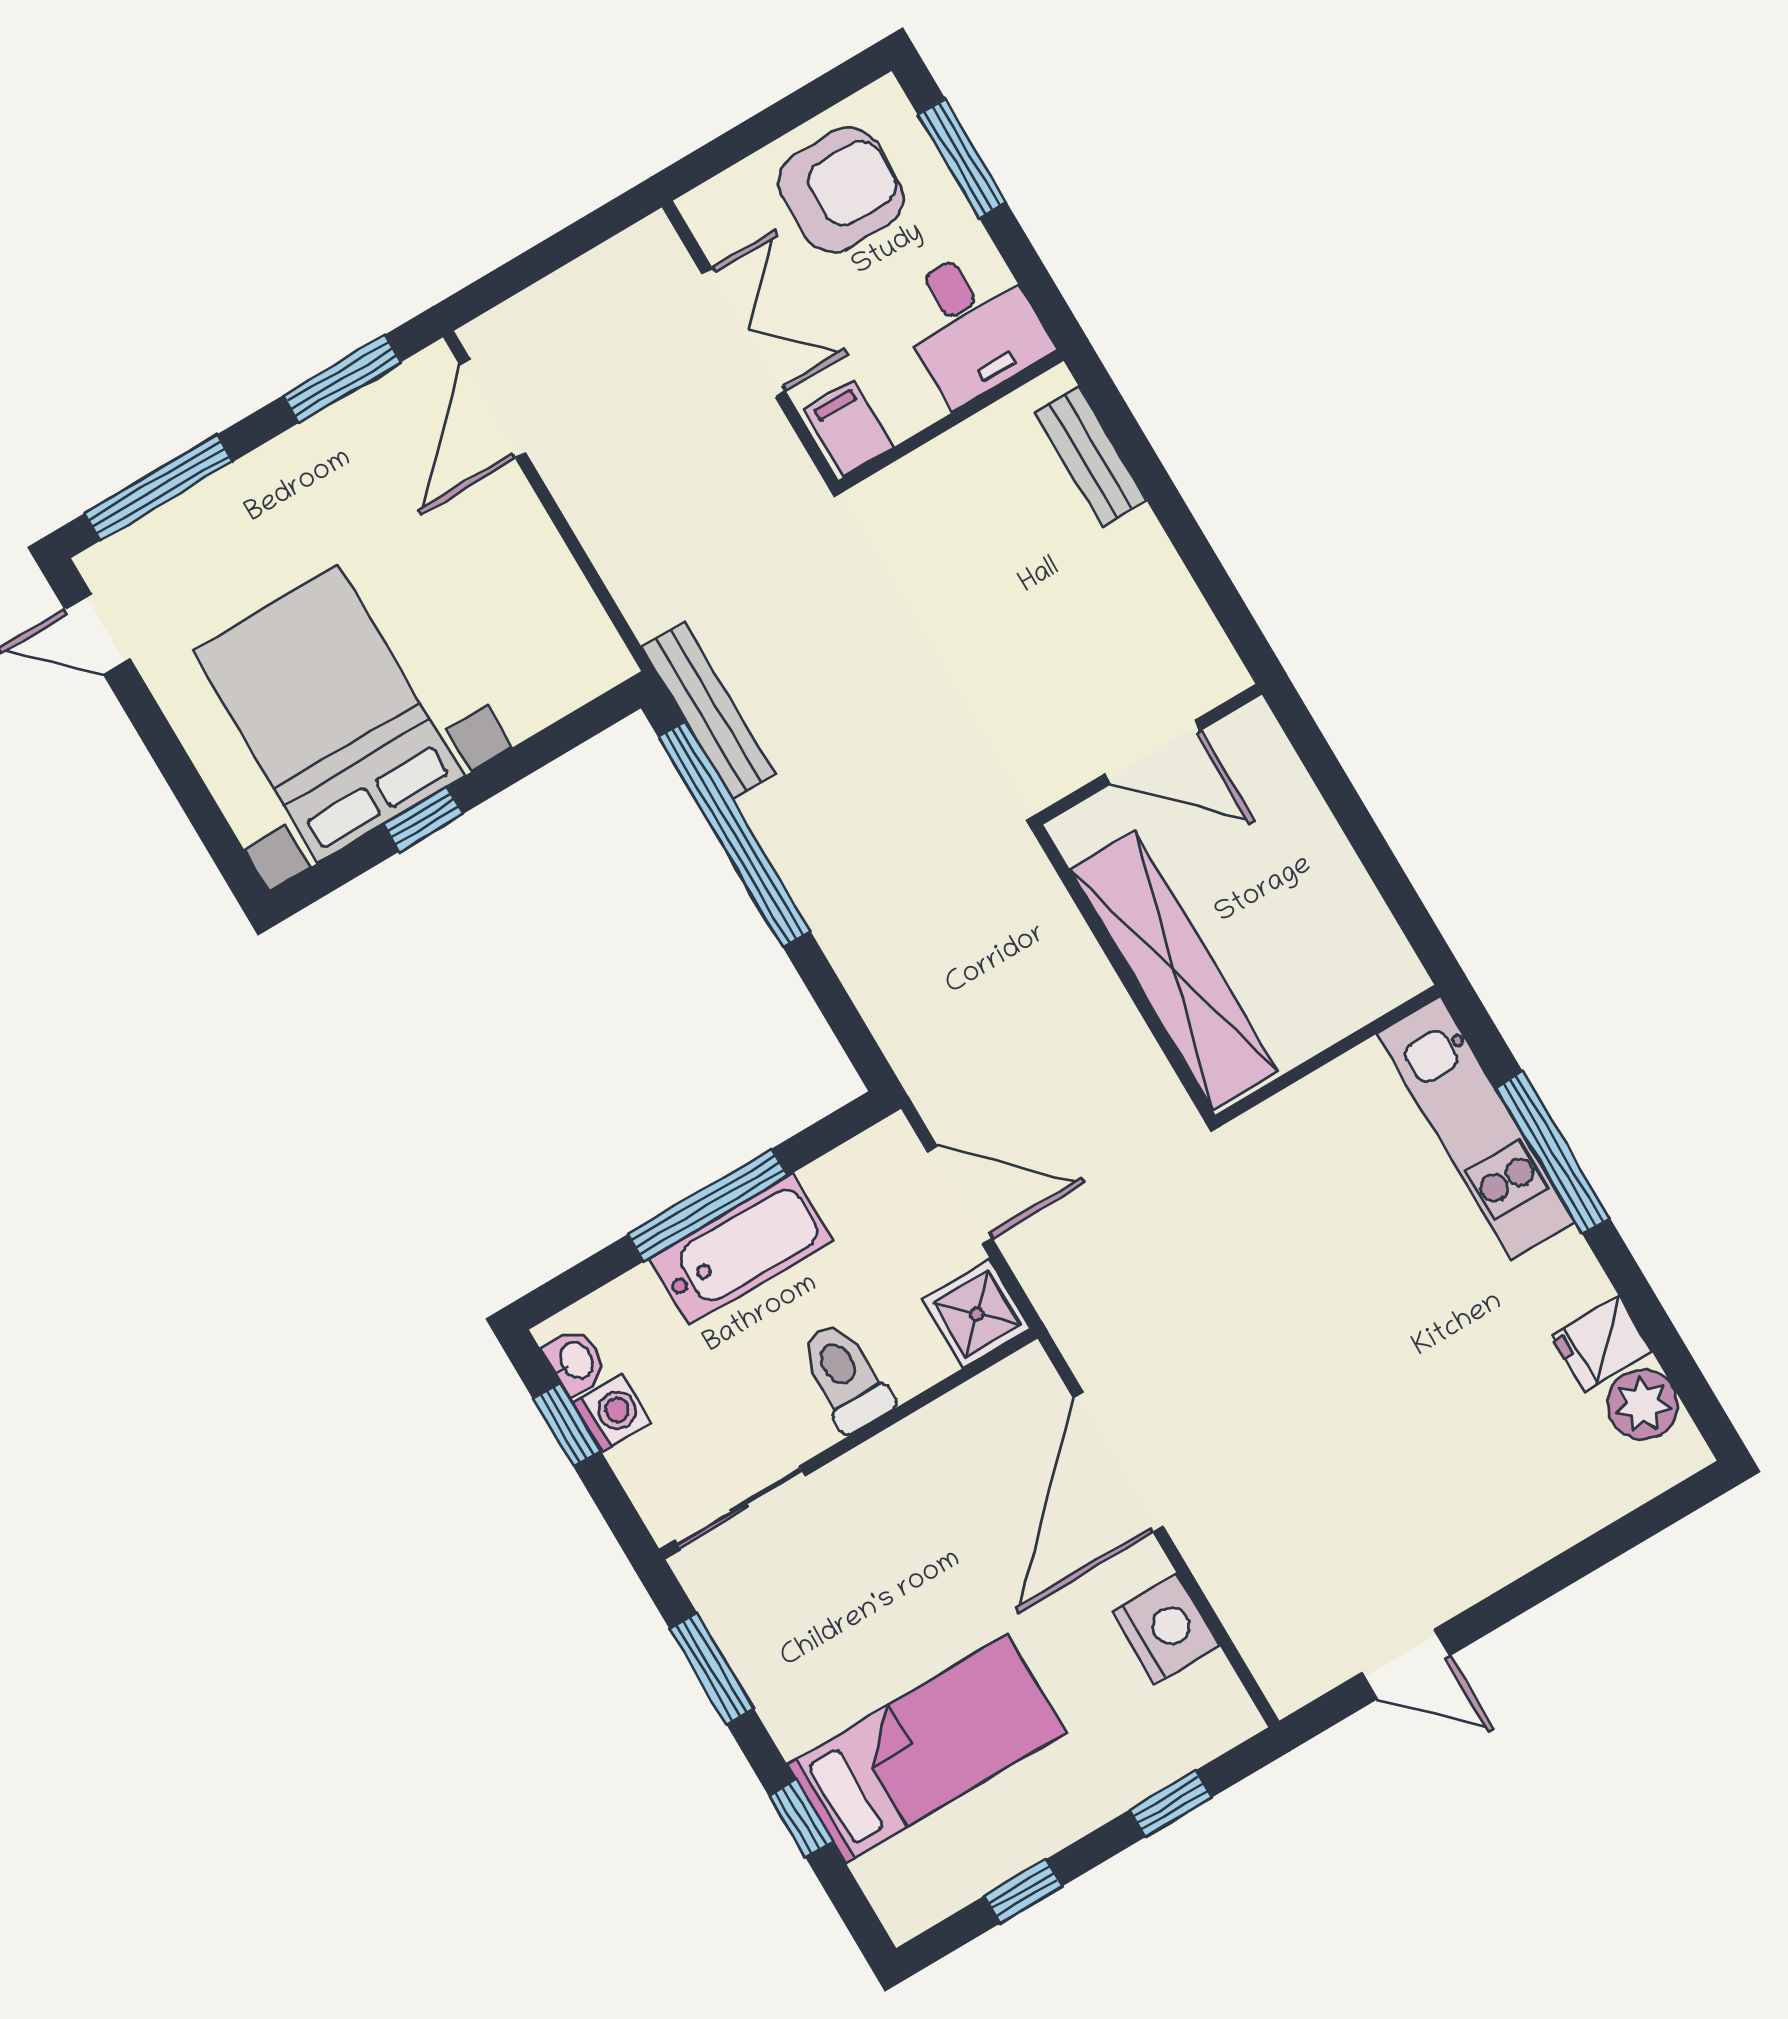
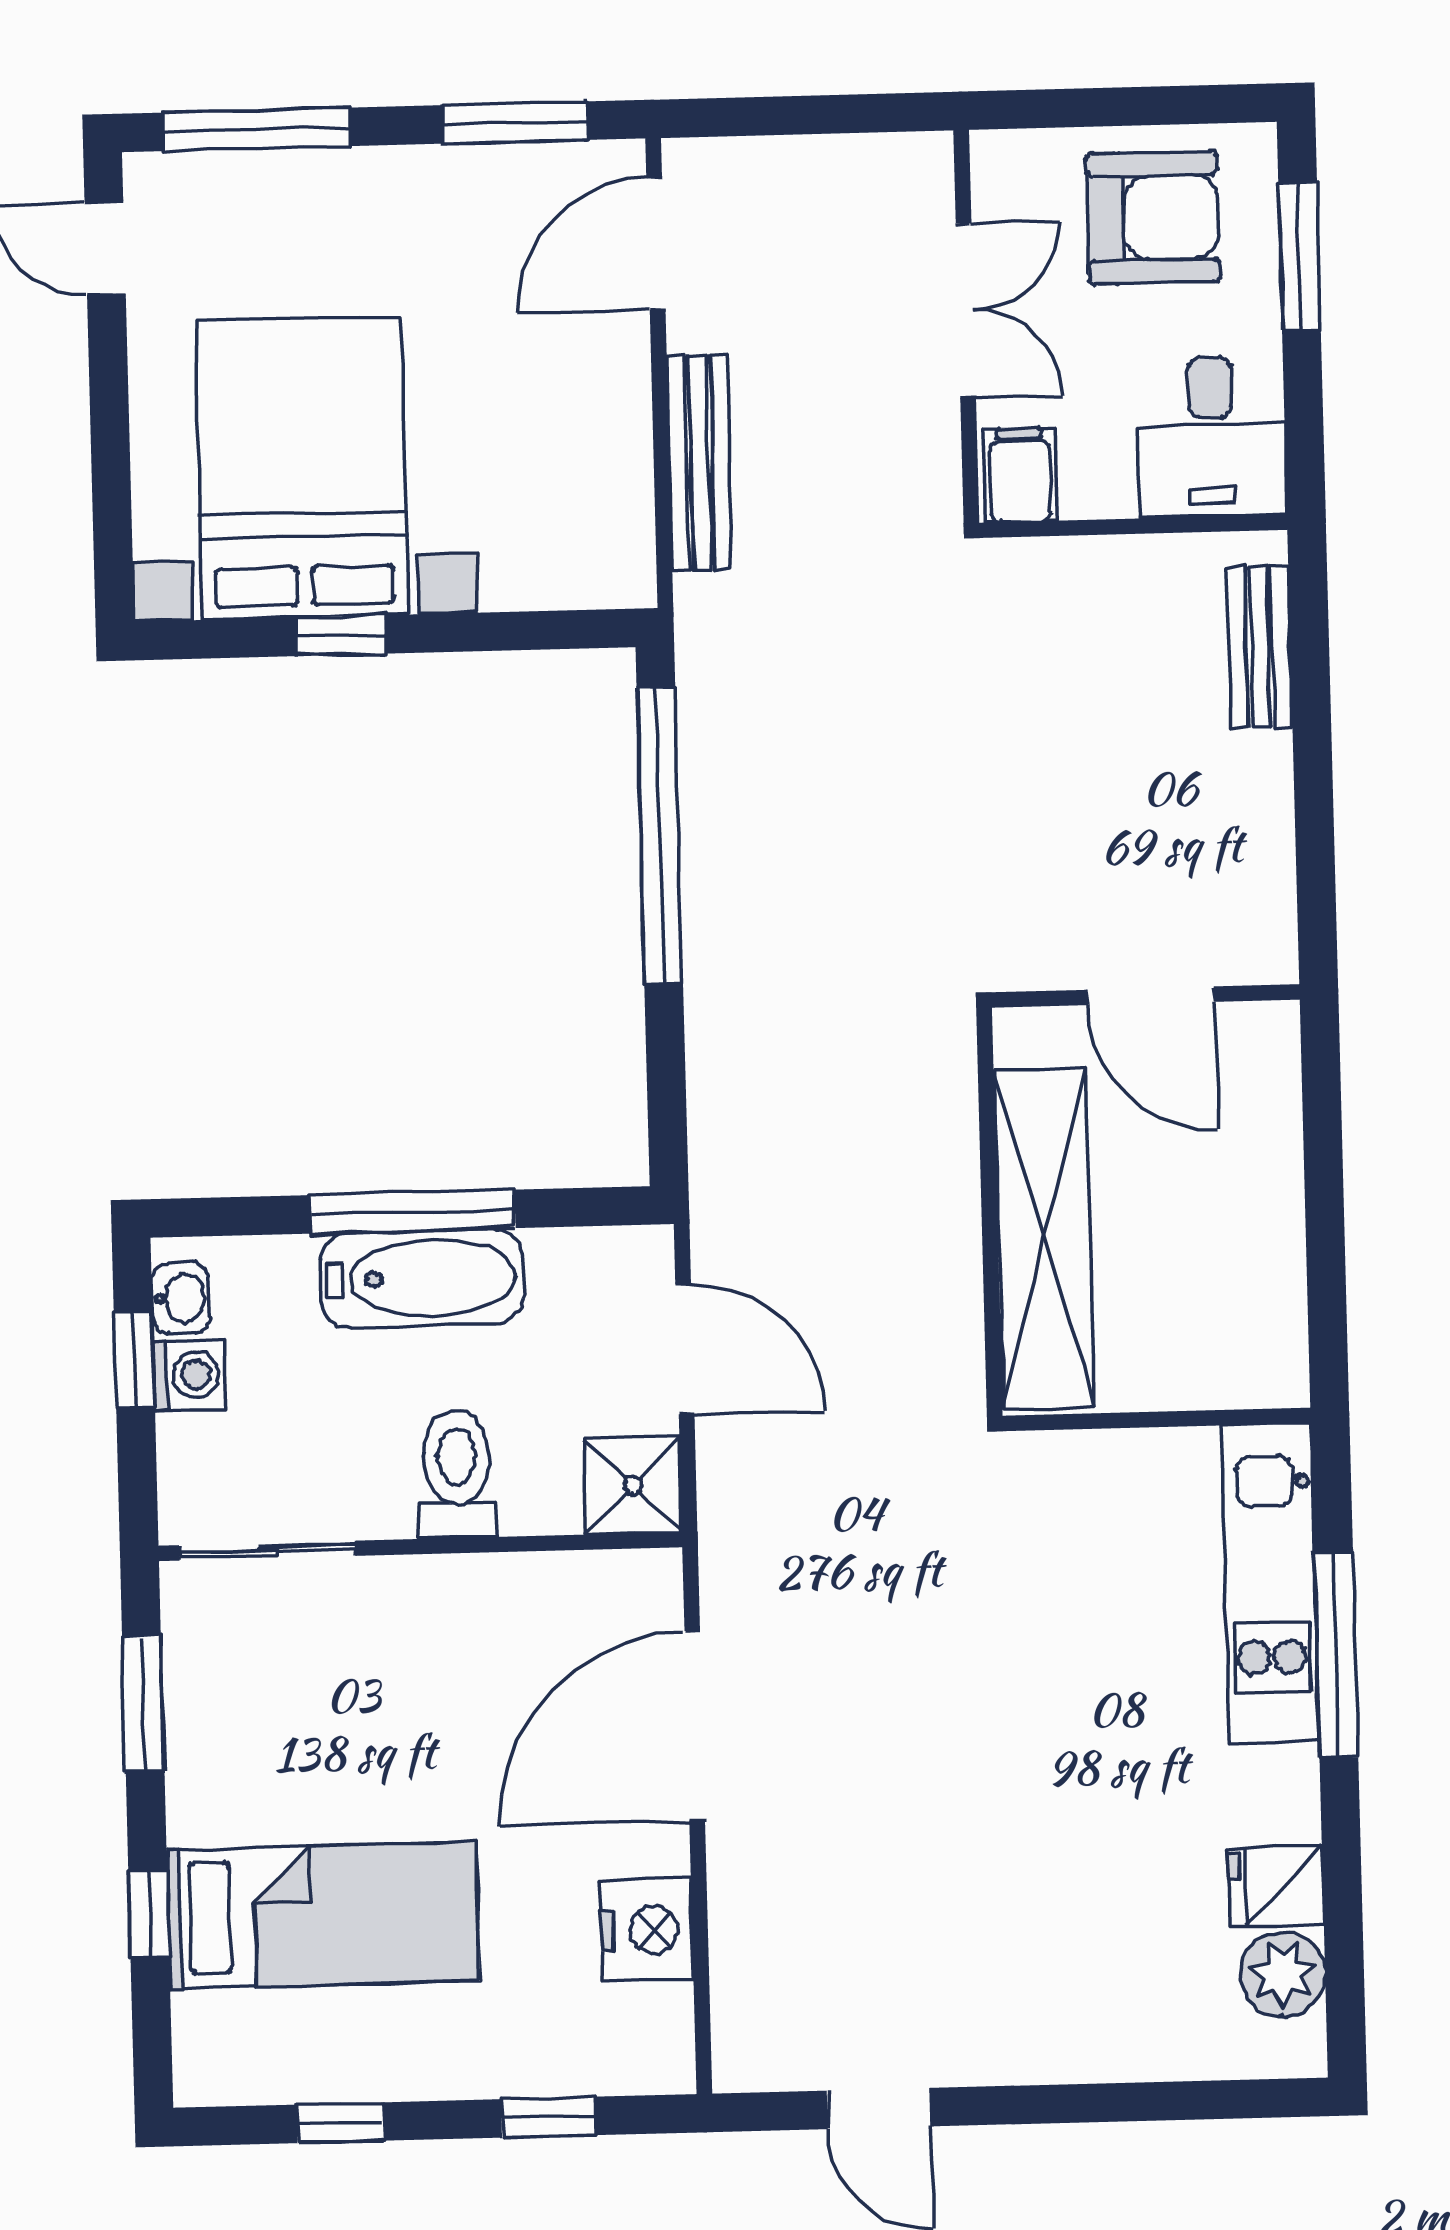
bench: (708, 710) -> (700, 463), moved

